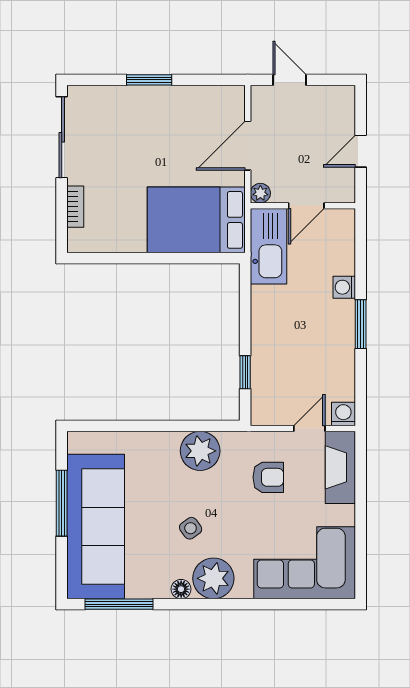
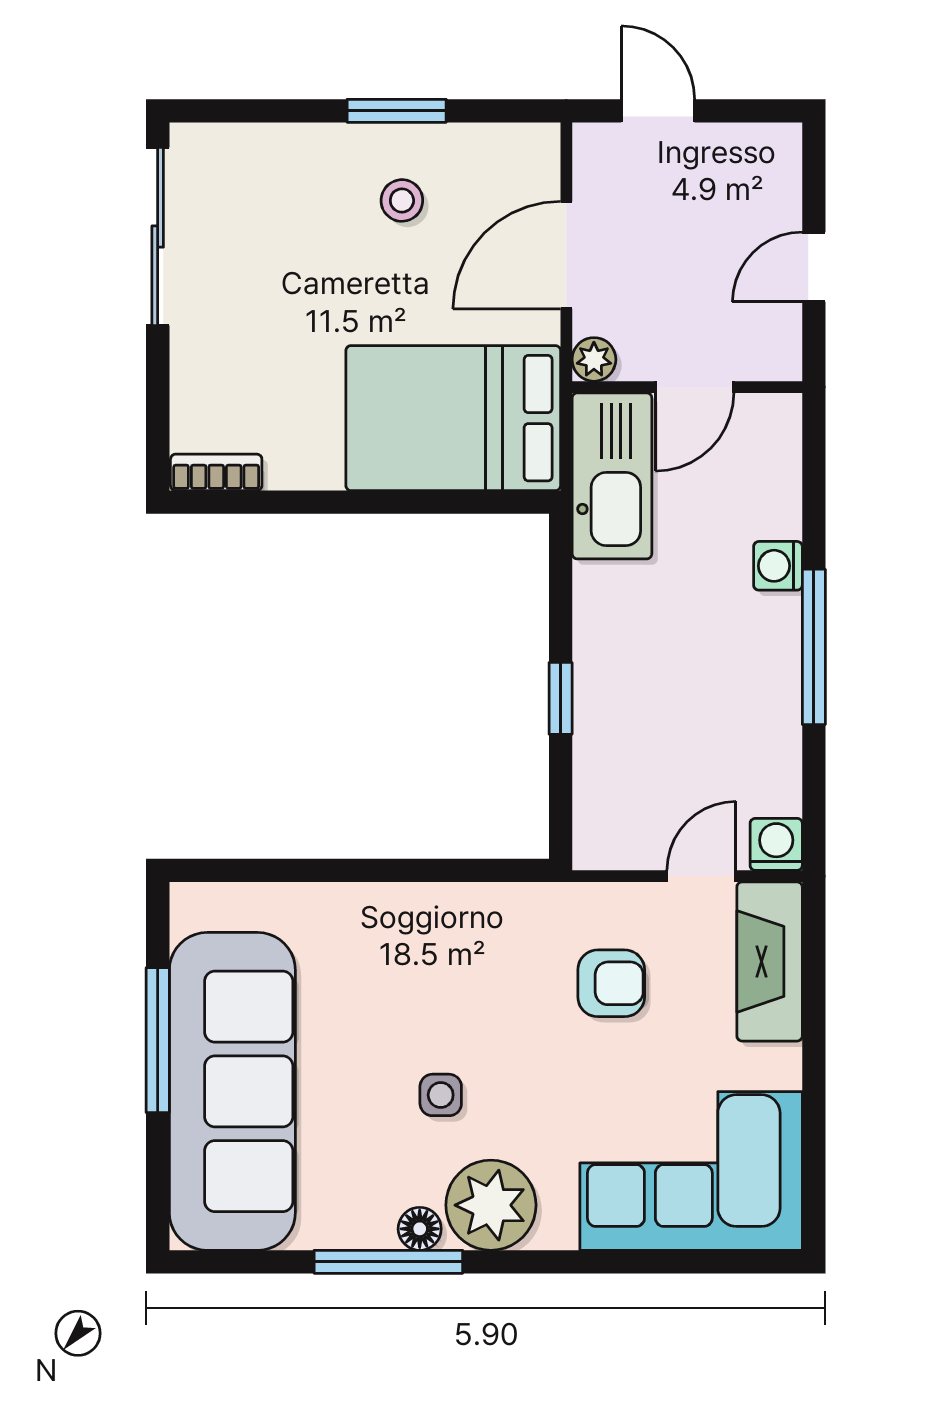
window: (149, 80) -> (397, 111), moved
stool: (173, 121) -> (402, 200), added
bookcase: (75, 207) -> (216, 472), moved, turned -90
window: (361, 324) -> (814, 647), width x1.44
window: (245, 372) -> (561, 698), moved
plant: (200, 451) -> (462, 925), removed
side table: (191, 528) -> (441, 1095), turned 36
window: (119, 604) -> (388, 1262), moved

